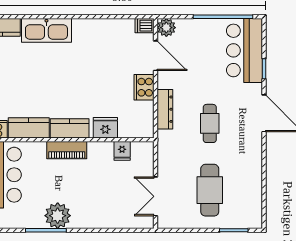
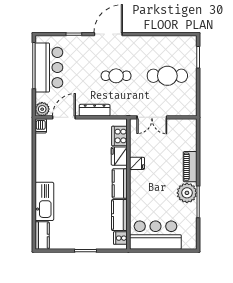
bar counter: (244, 50) -> (49, 68), moved, turned -90
cooker: (144, 87) -> (120, 136), moved, turned 90
dresser: (165, 109) -> (95, 110), moved
piano: (67, 150) -> (190, 167), moved, turned 180
fridge: (122, 151) -> (137, 163), moved
double door: (156, 196) -> (152, 117), moved

